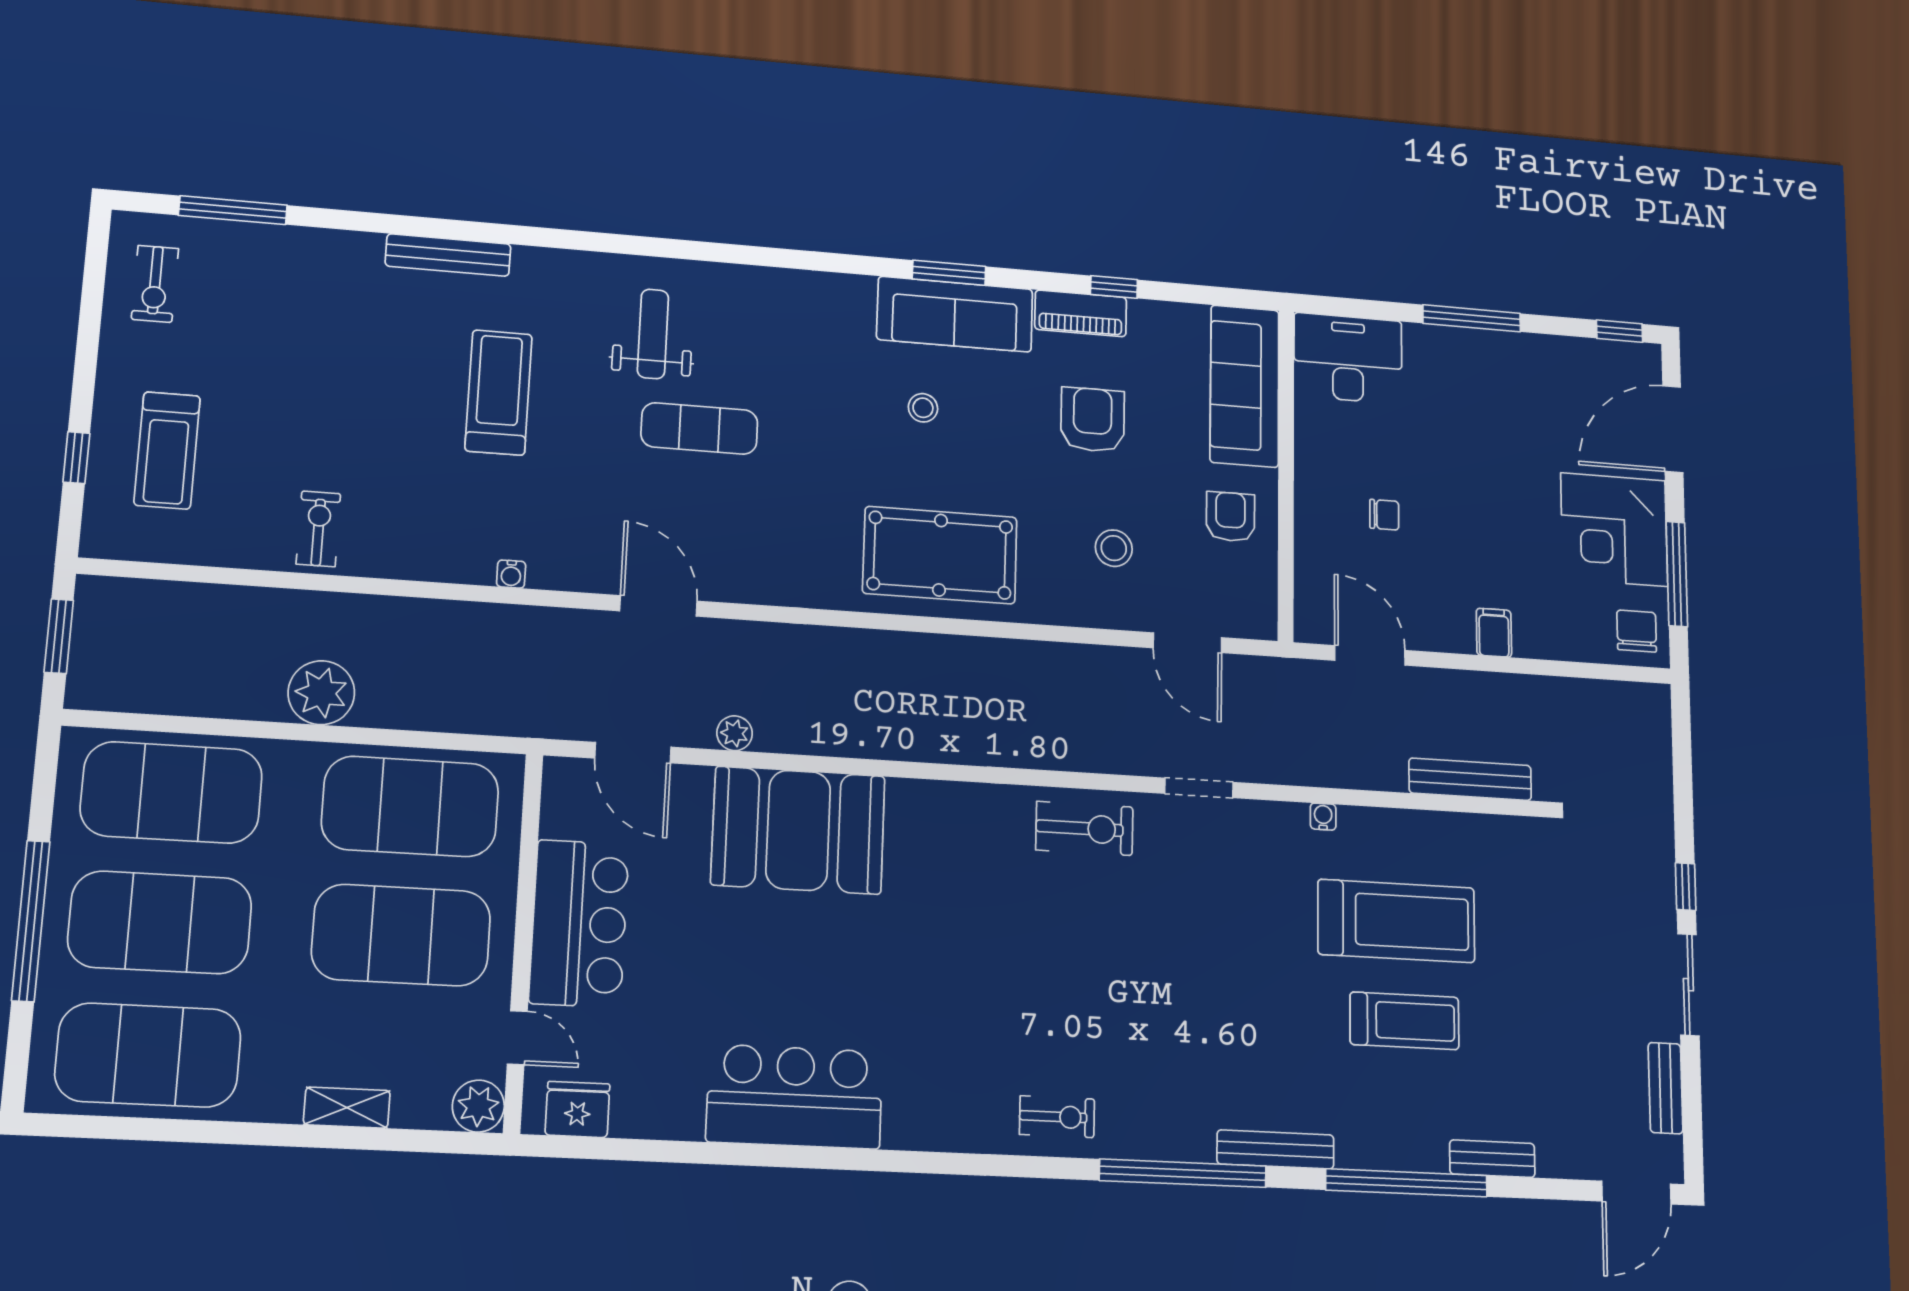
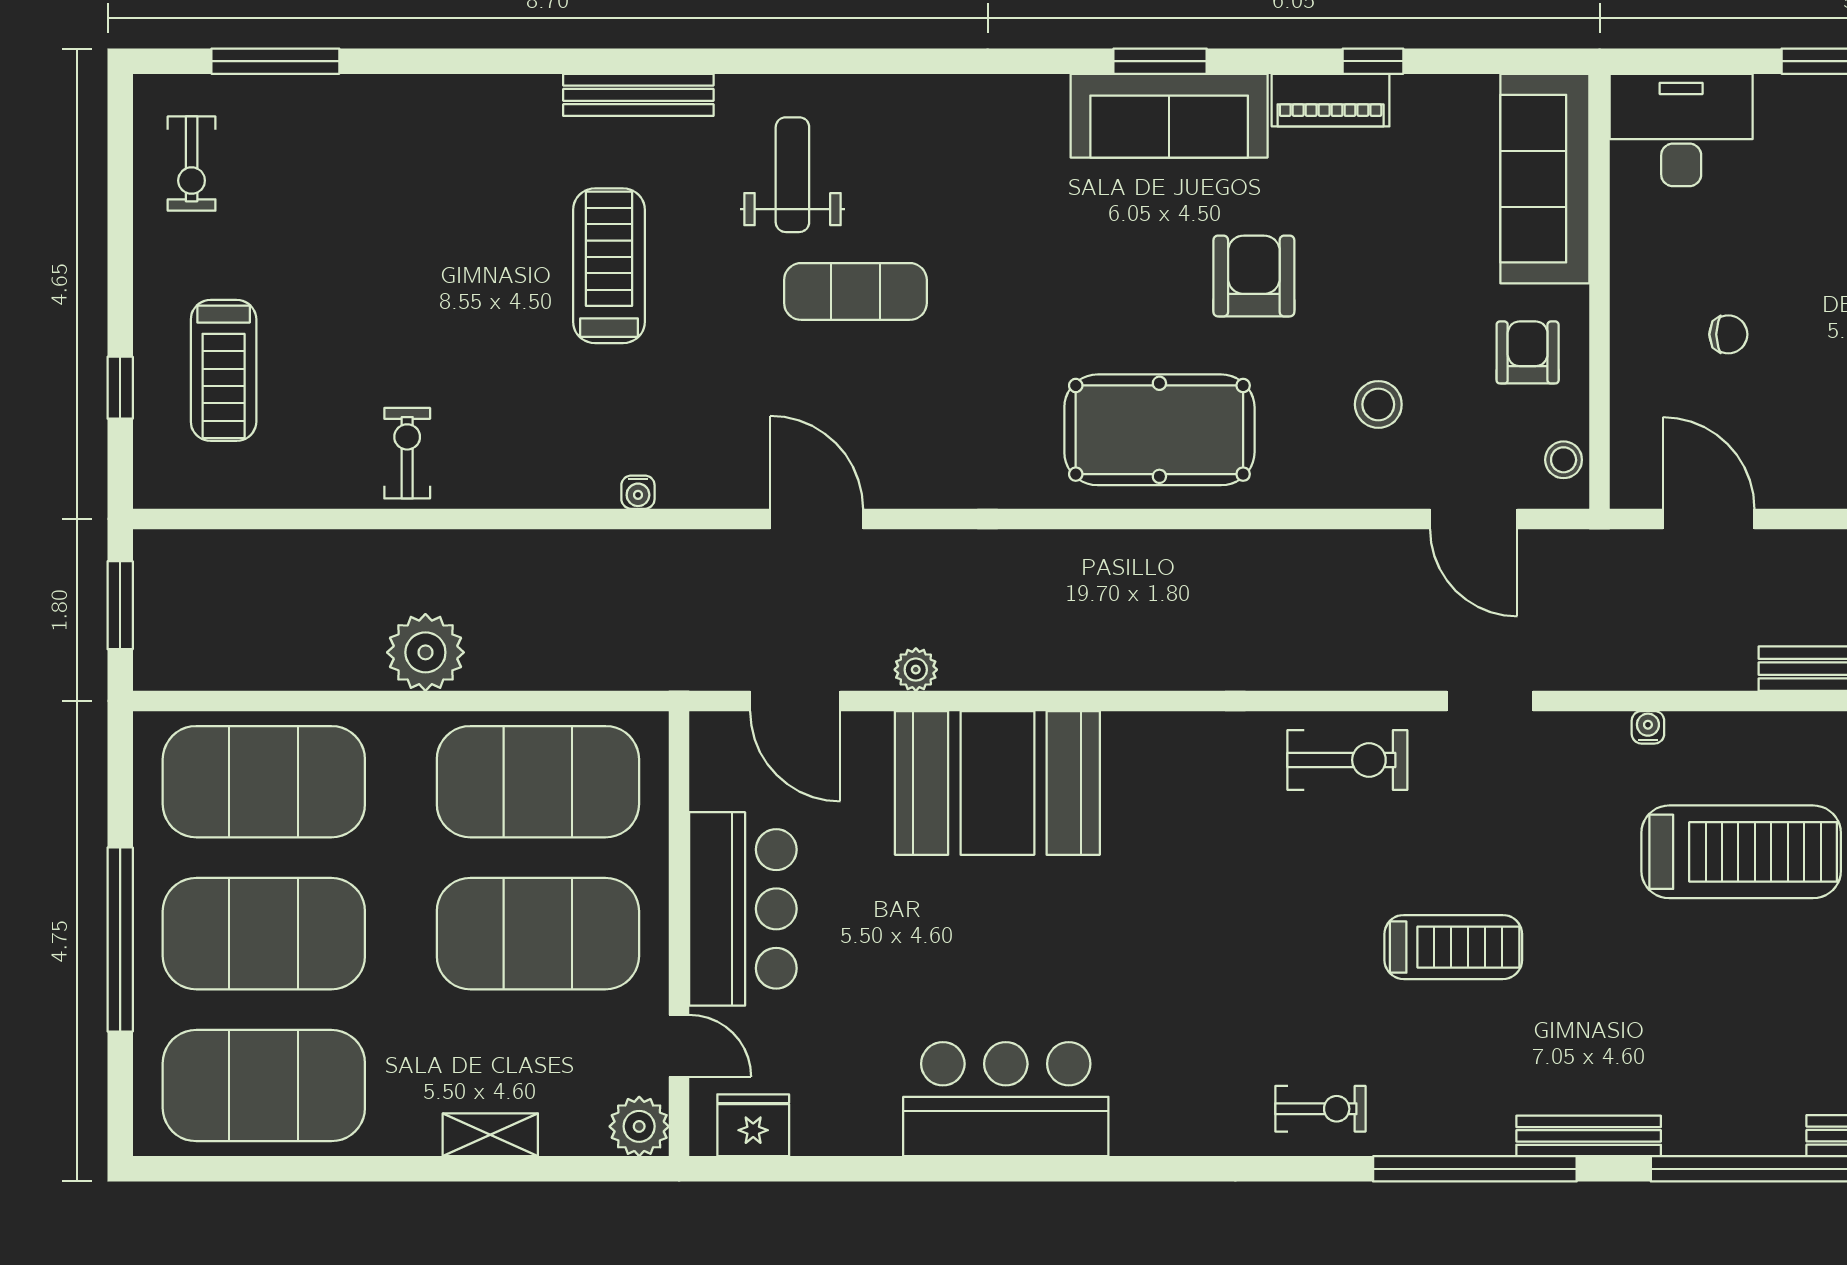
bench: (448, 255) -> (638, 95), moved
stool: (923, 408) -> (1564, 460), moved
armchair: (1093, 420) -> (1254, 276), moved
treadmill: (1404, 1021) -> (1453, 947), moved

